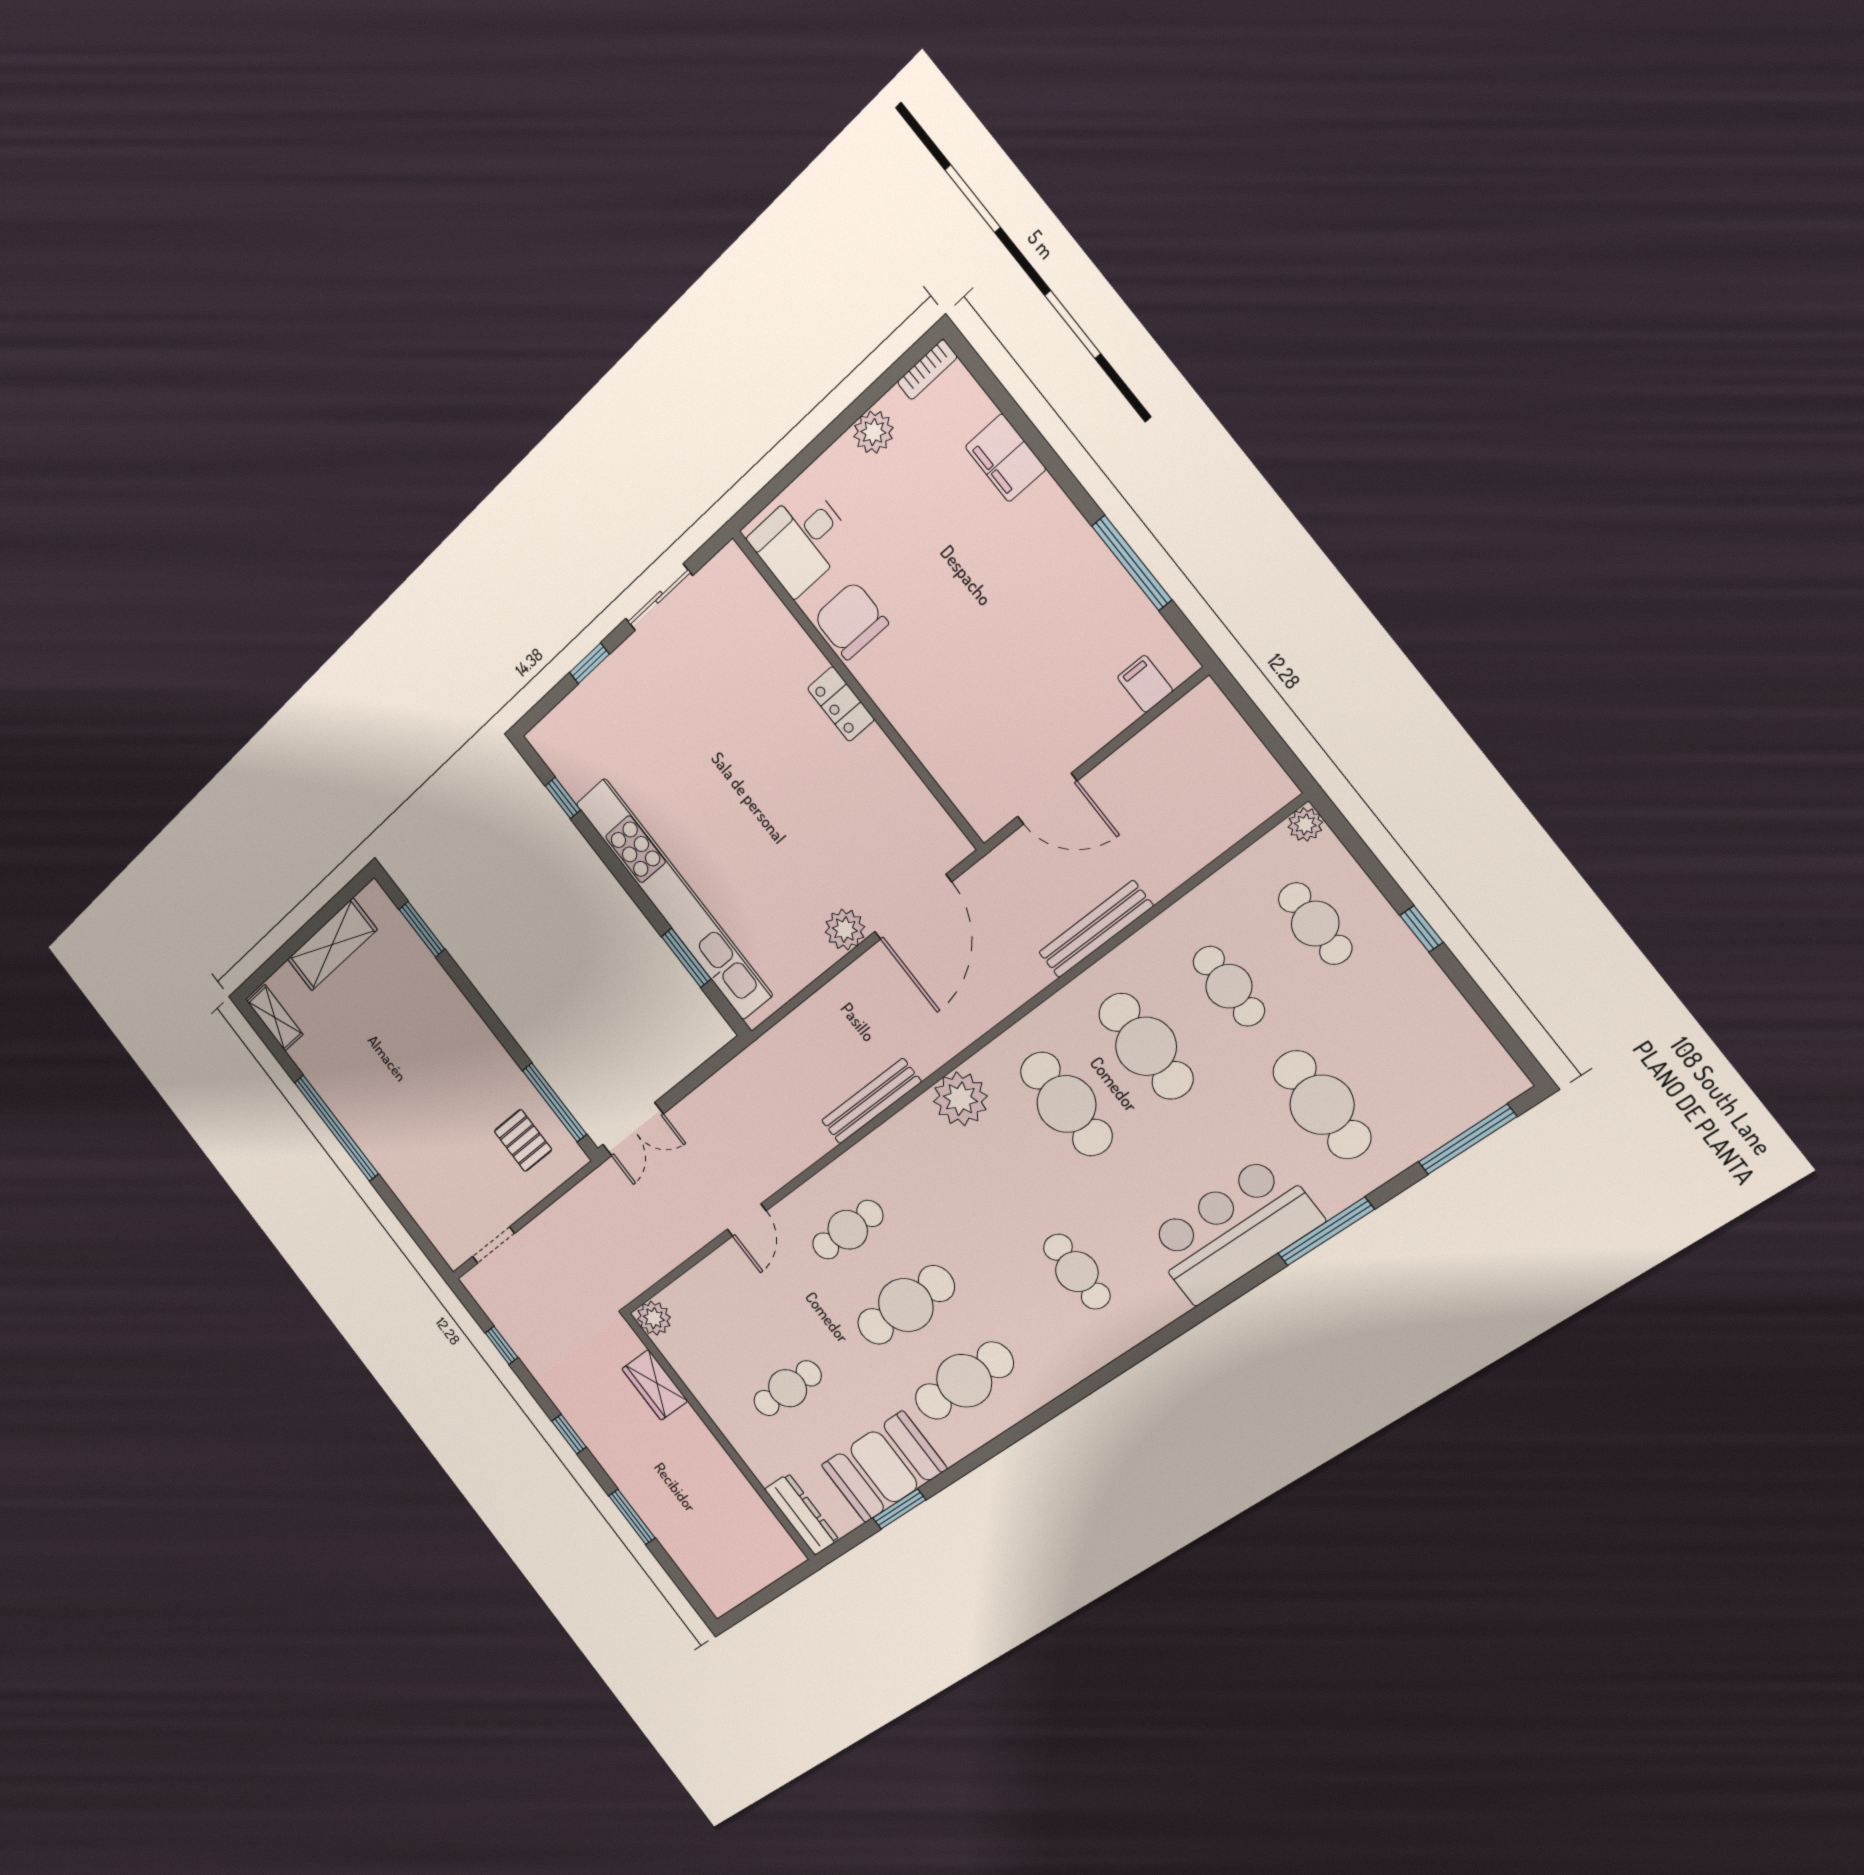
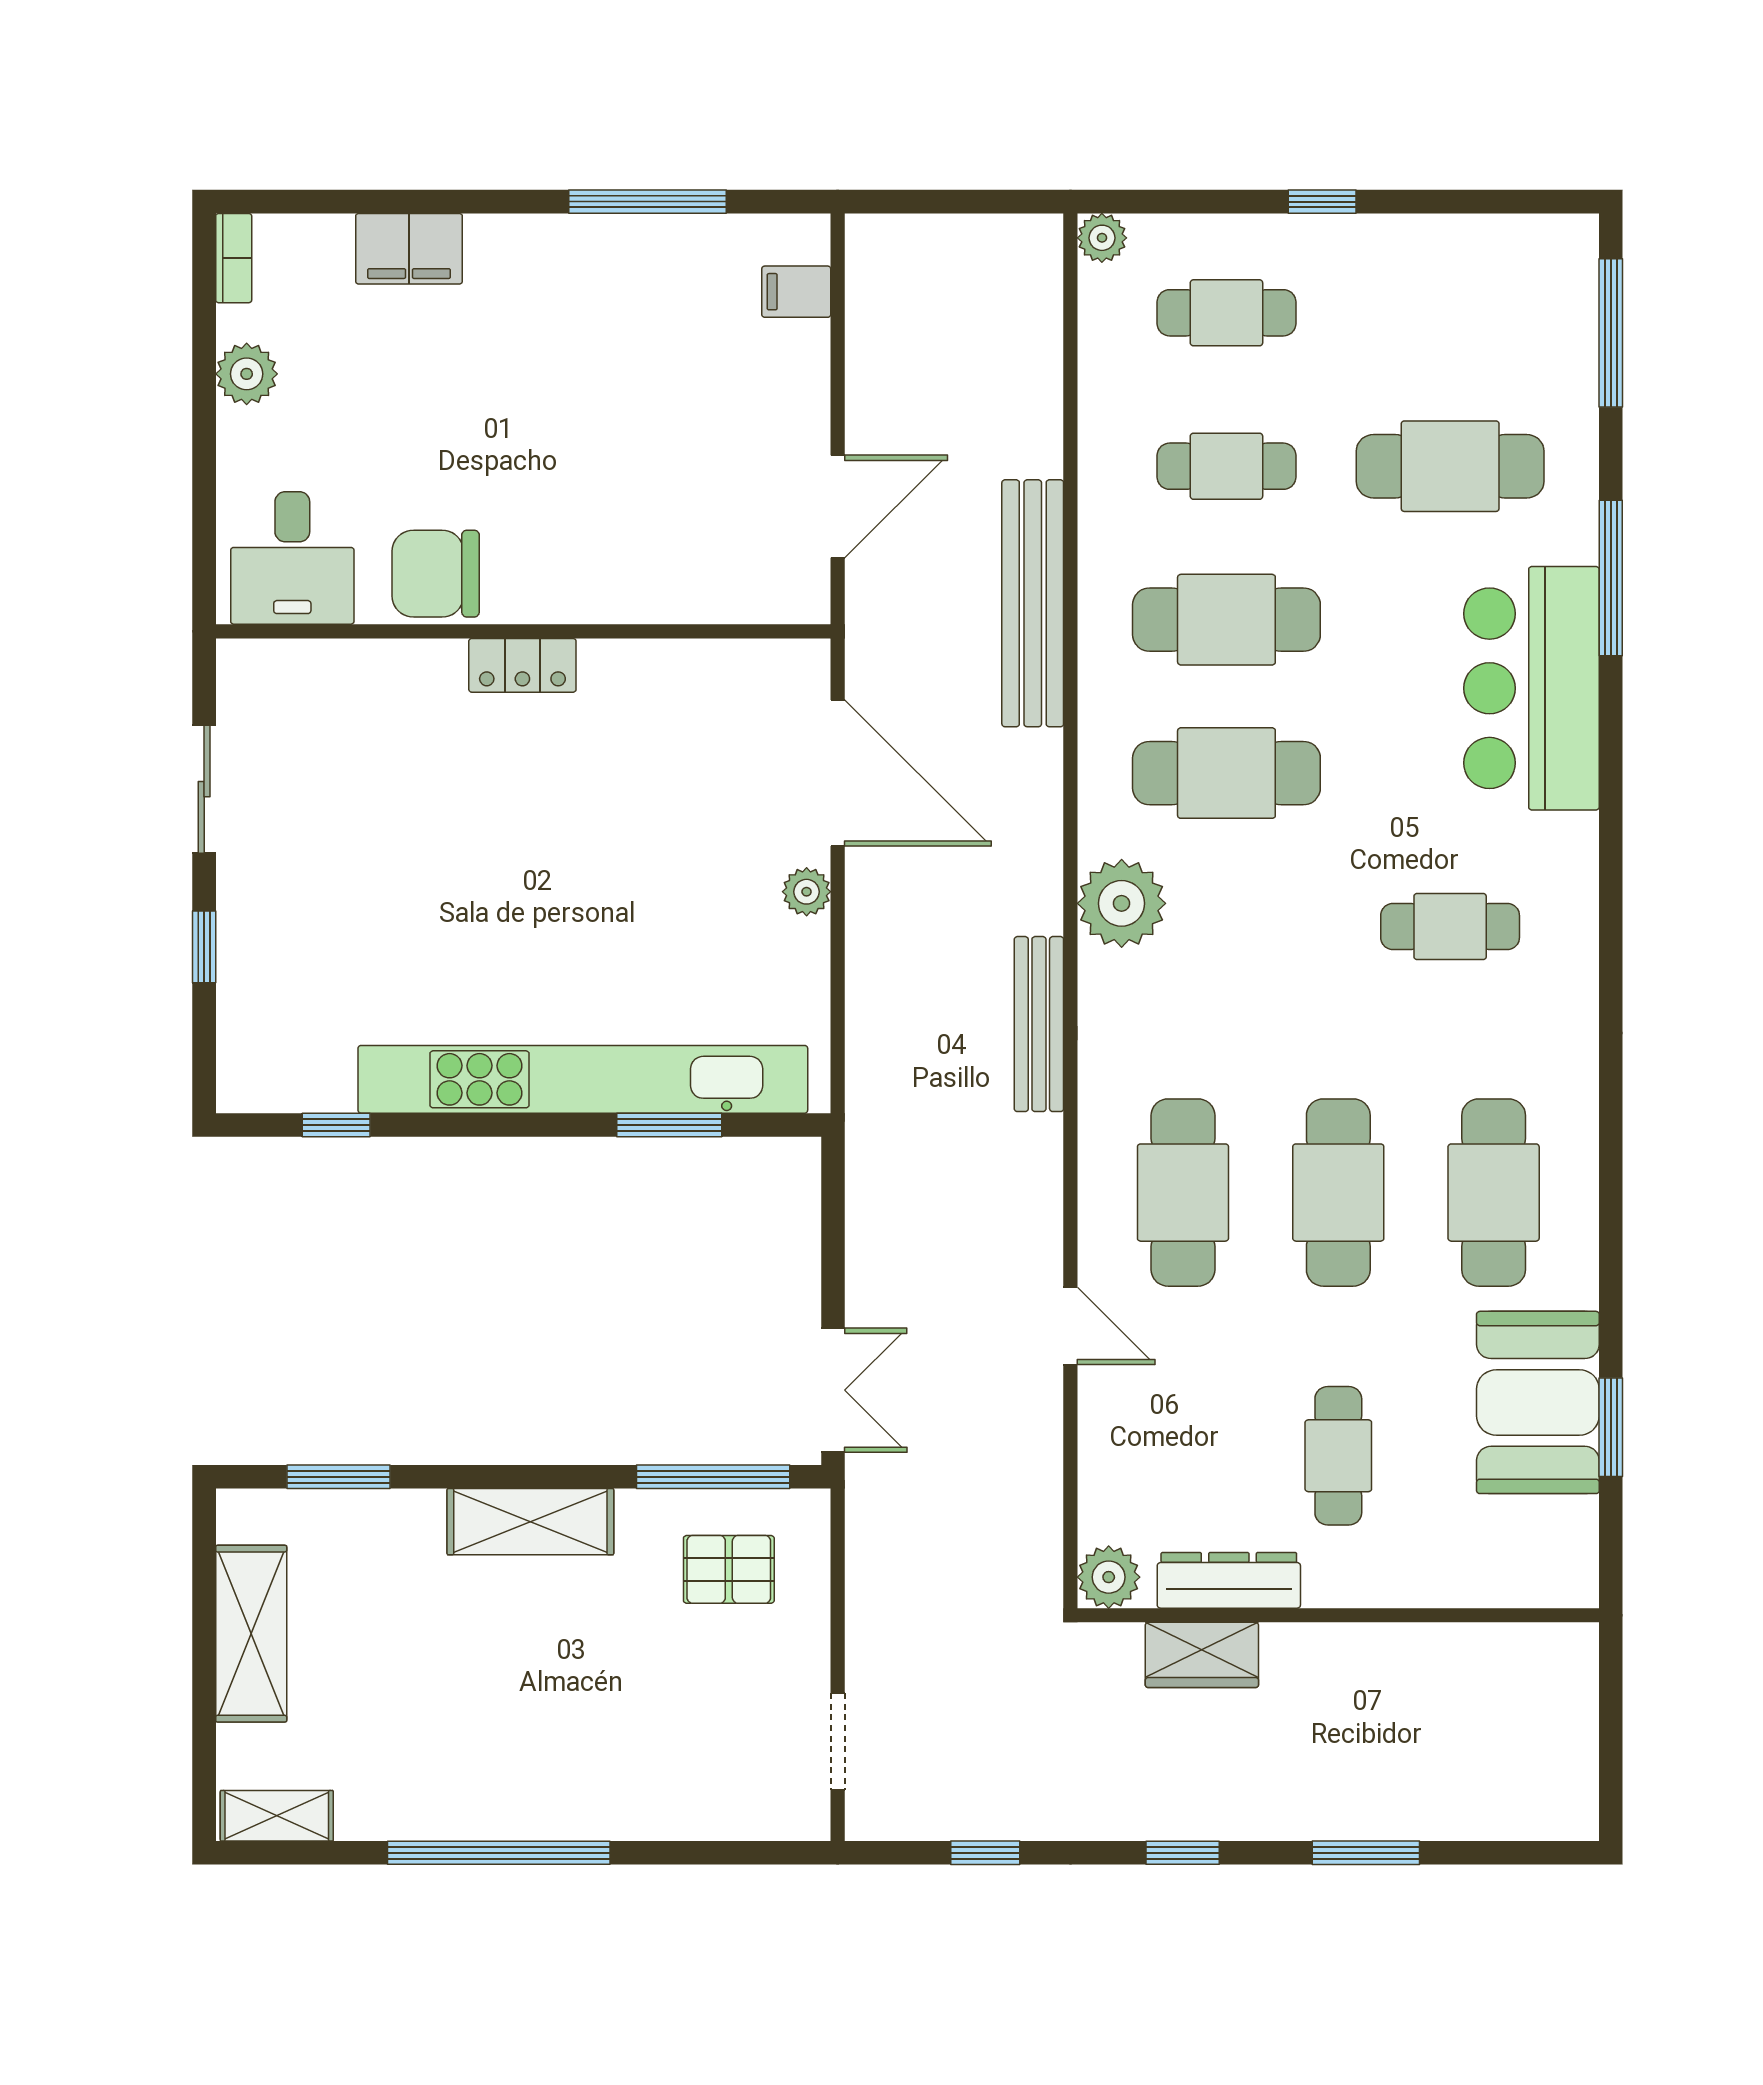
bench: (1096, 929) -> (1033, 603), width x1.37, depth x1.21
plant: (845, 930) -> (807, 892), width x0.73, depth x0.73
shelving: (472, 1033) -> (530, 1522), added
cafe table: (848, 1230) -> (1183, 1193), width x1.37, depth x1.35
dresser: (802, 1514) -> (1229, 1580), moved

